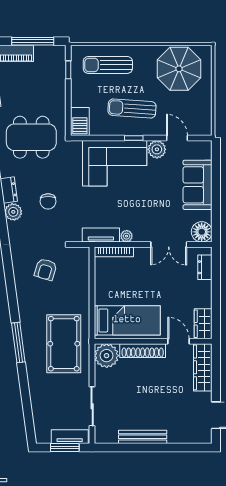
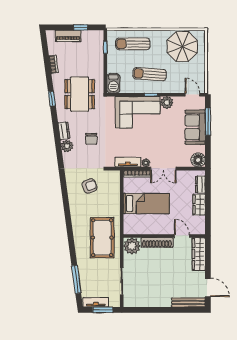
window: (33, 41) -> (81, 27), width x0.46
dining table: (31, 137) -> (80, 94), turned 90
door: (177, 138) -> (192, 95), moved
window: (216, 177) -> (208, 122), added
double door: (169, 244) -> (163, 169), moved
armchair: (46, 269) -> (90, 186), turned -128
bed: (127, 320) -> (146, 204), moved
wardrobe: (203, 324) -> (199, 205), moved
window: (18, 343) -> (76, 279), moved
tv unit: (70, 437) -> (96, 302), moved
bench: (143, 437) -> (188, 302), moved

